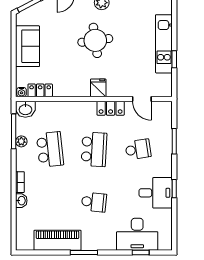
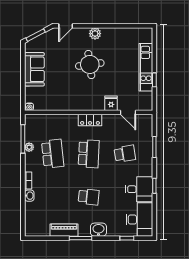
fridge: (98, 88) -> (111, 103), moved
locker: (40, 90) -> (45, 105), removed
locker: (111, 108) -> (90, 120), moved
washbasin: (25, 109) -> (98, 230), moved, turned 180
desk: (137, 234) -> (140, 220), moved, turned -90
piano: (58, 240) -> (64, 230), width x0.73, depth x0.75

